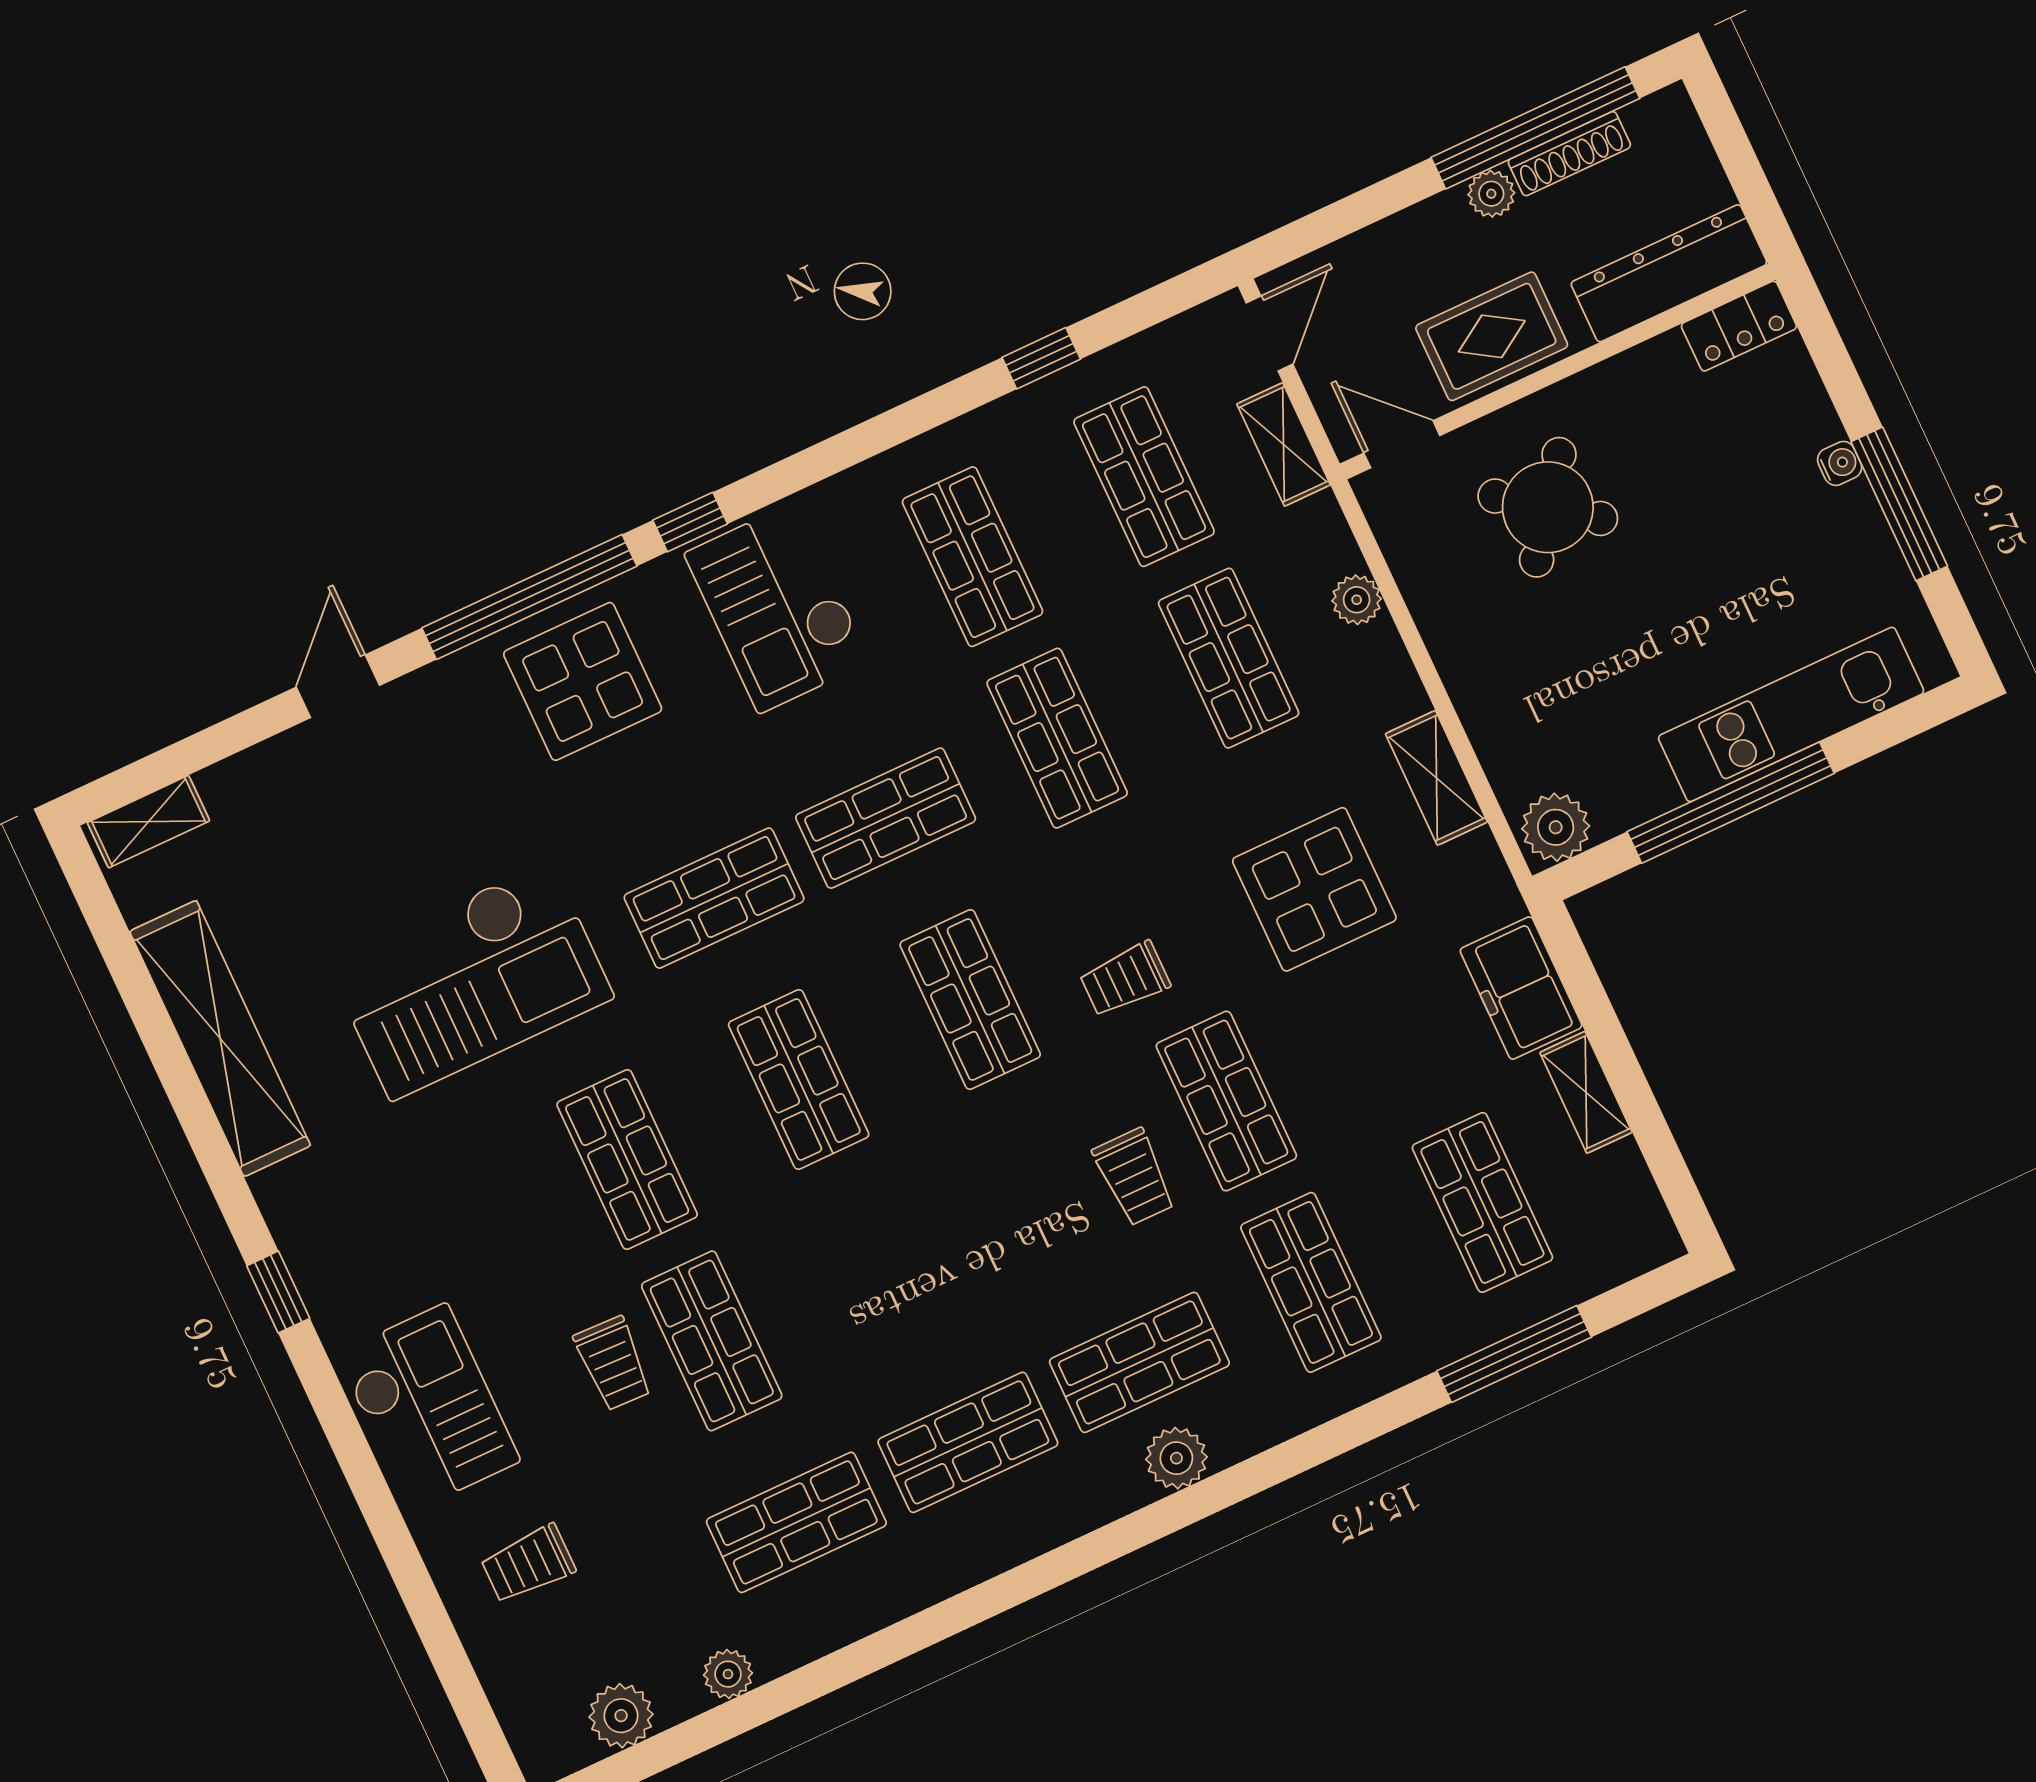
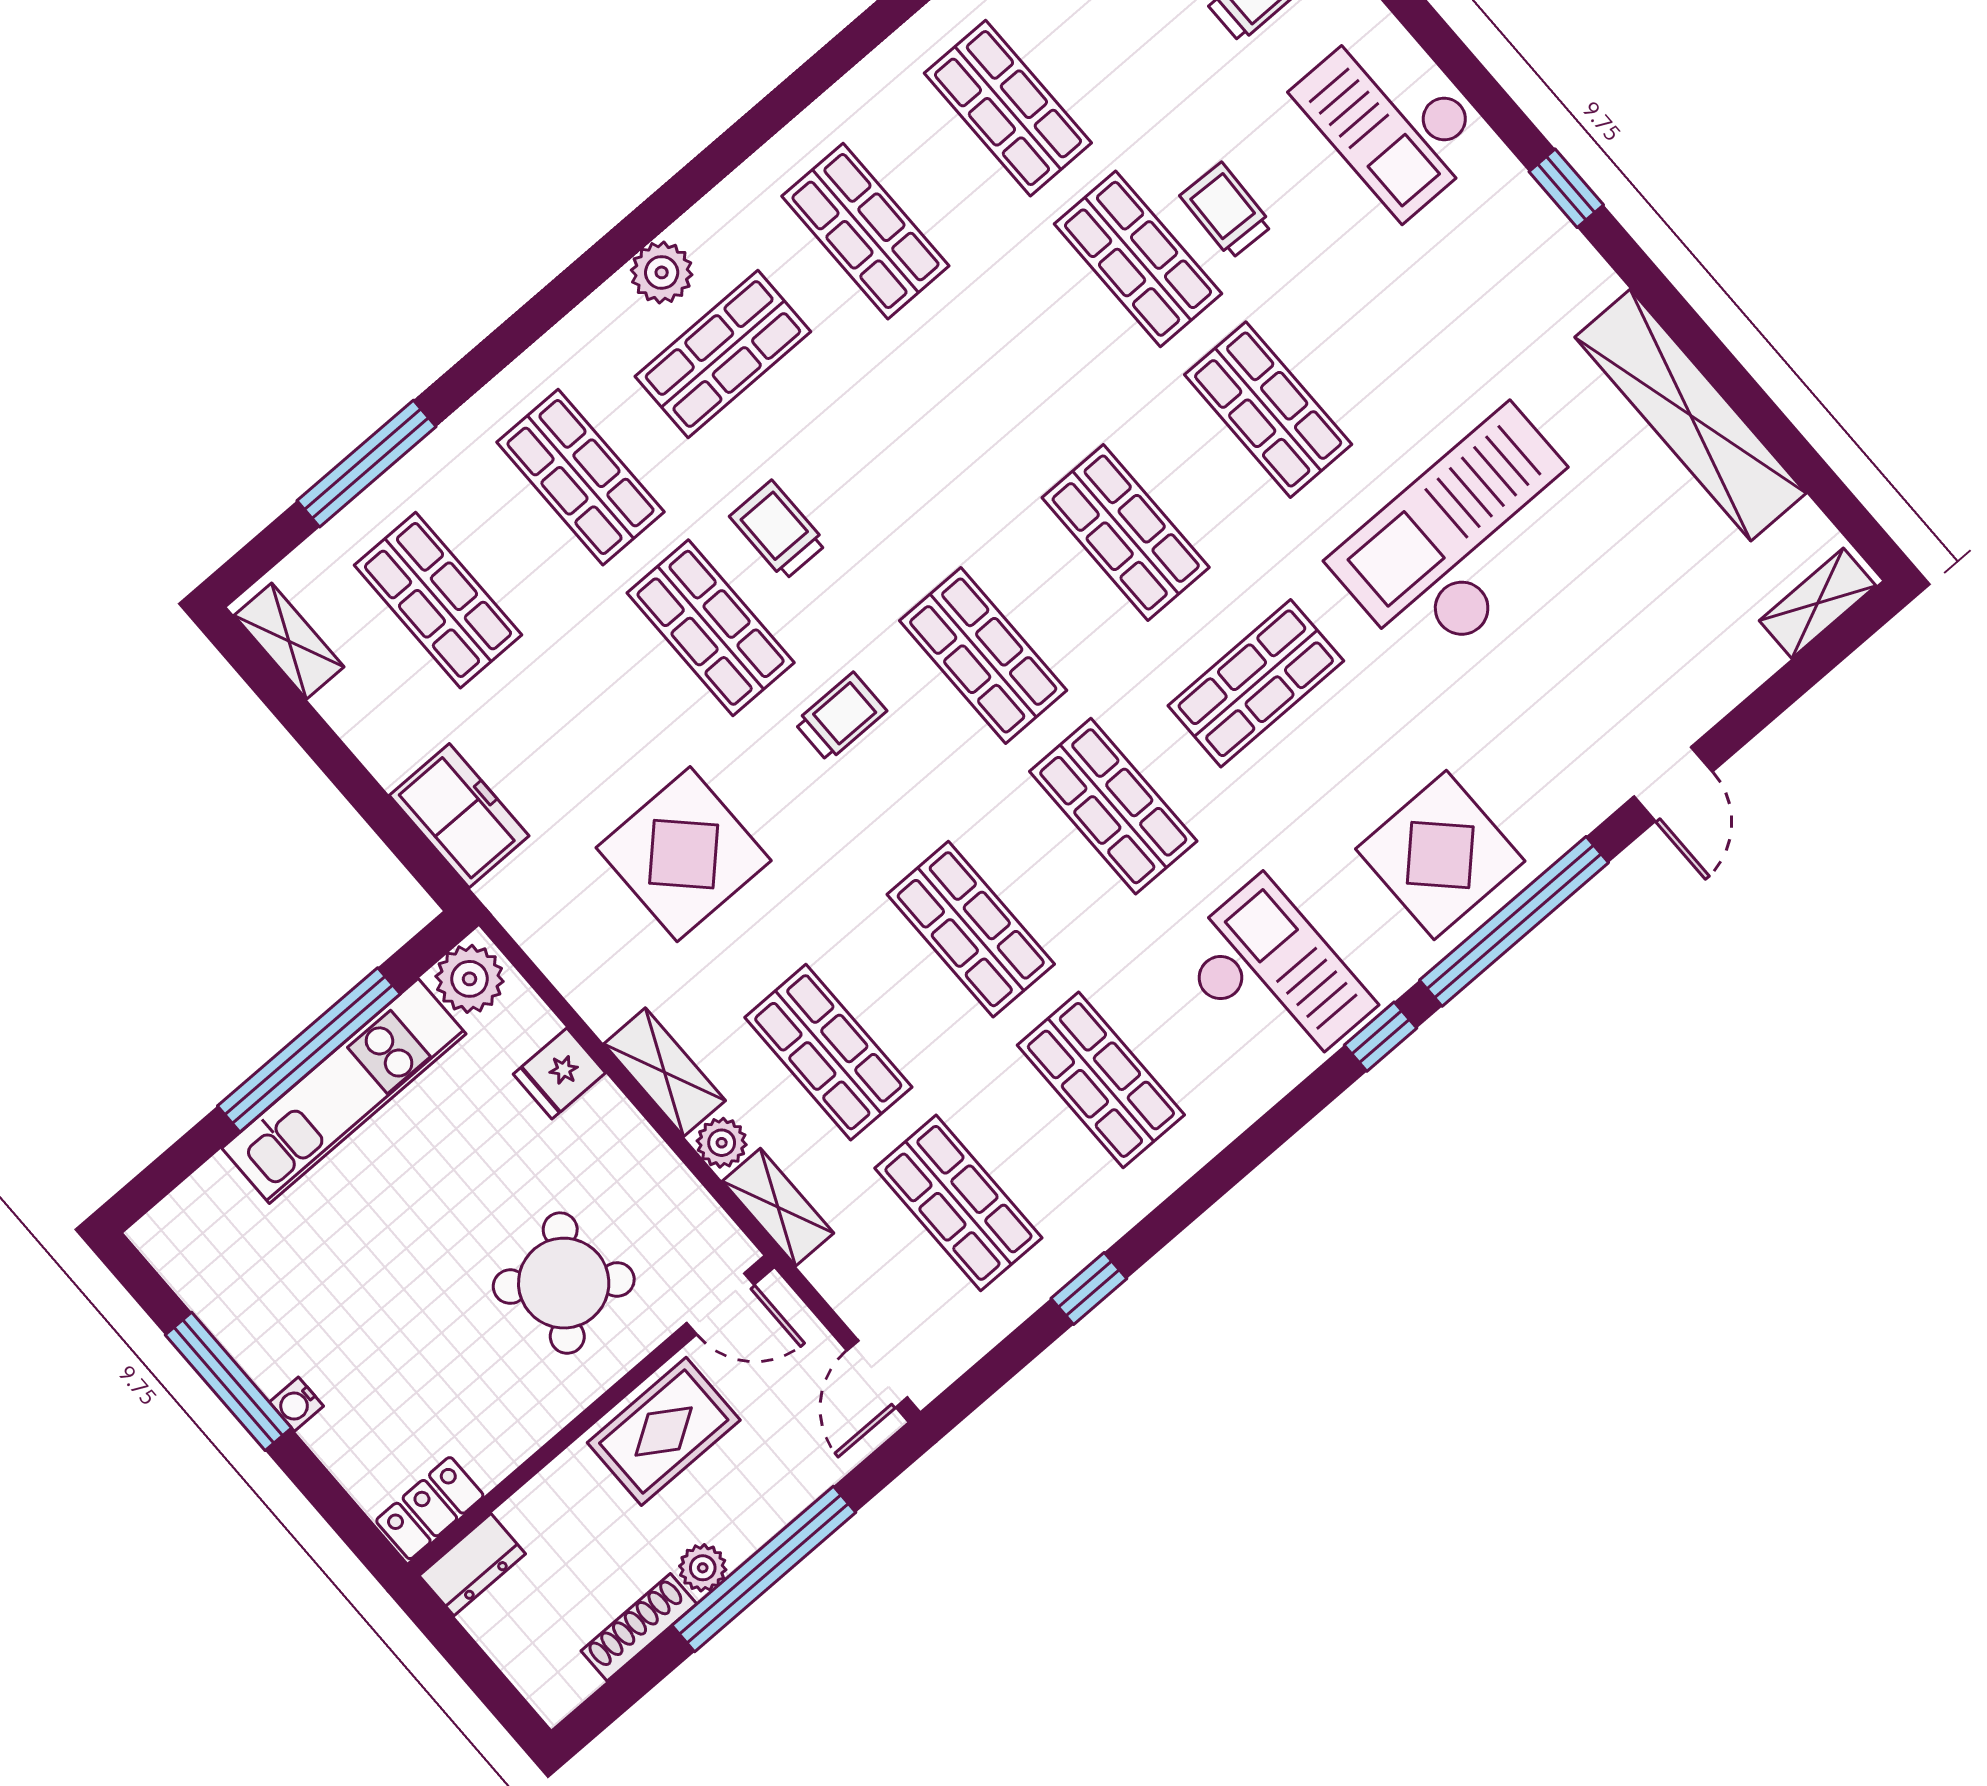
window: (1535, 128) -> (764, 1569), moved
dresser: (1669, 273) -> (472, 1565), width x0.51, depth x0.80
shelving: (1284, 444) -> (778, 1207), moved
fridge: (1495, 711) -> (559, 1074), added
kitchen unit: (1791, 714) -> (344, 1091), moved
shelving: (1436, 778) -> (665, 1072), moved
shop shelf: (886, 818) -> (1113, 806), turned 90
shelving: (1586, 1092) -> (289, 641), moved
shop shelf: (968, 1442) -> (865, 231), turned 90
shop shelf: (796, 1522) -> (1008, 108), turned 90

